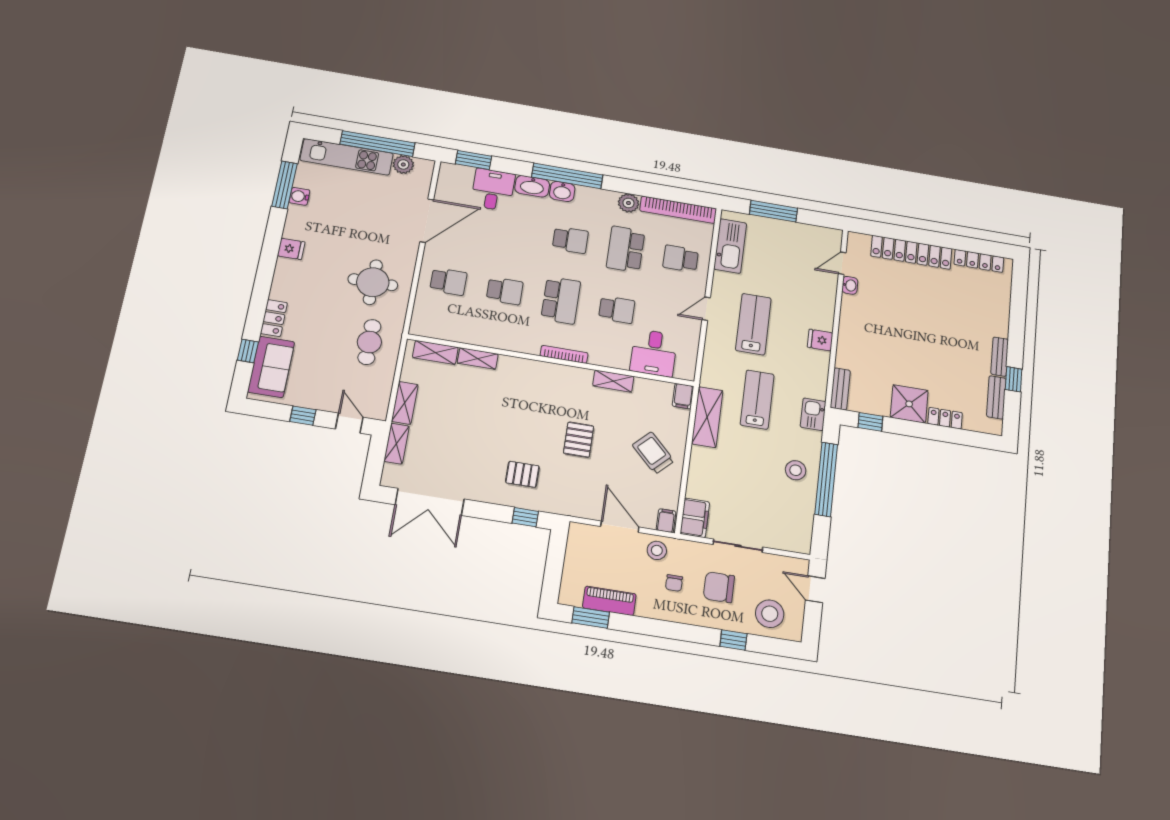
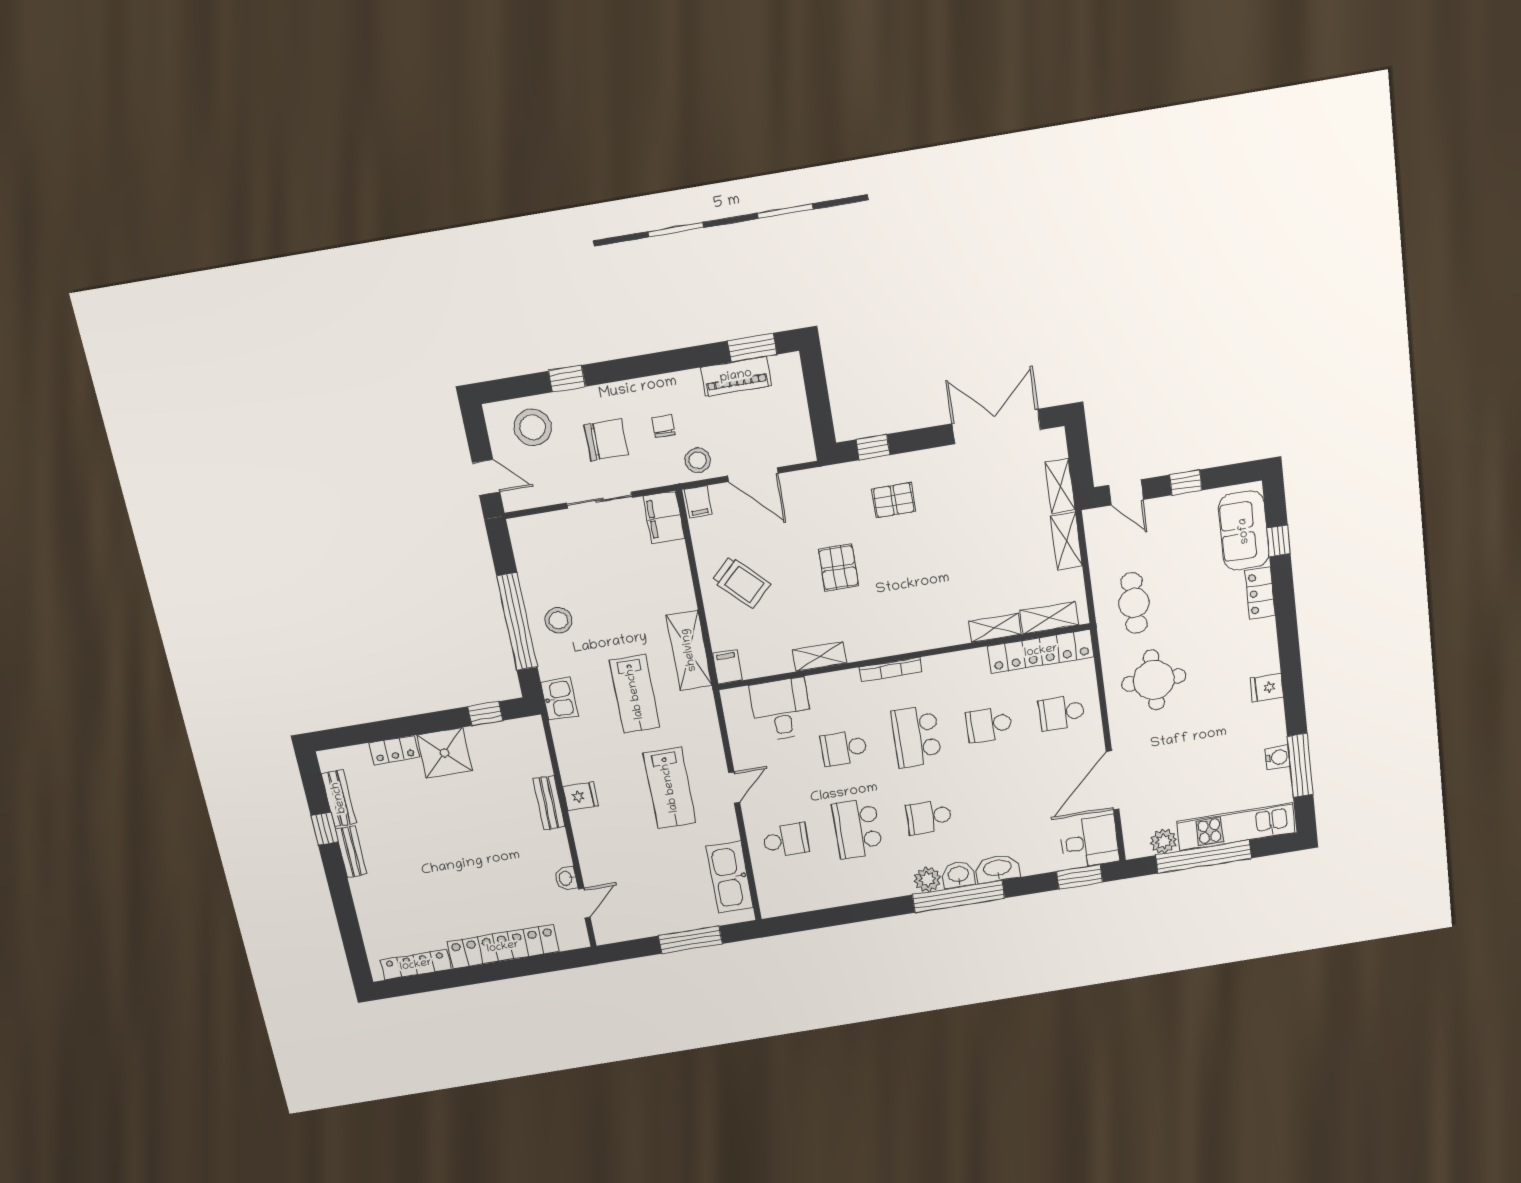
desk: (493, 190) -> (1089, 842), moved, turned -90
plant: (628, 203) -> (927, 879), moved
bookcase: (678, 210) -> (808, 901), removed
school desk: (626, 249) -> (857, 828), turned 180
locker: (450, 330) -> (1041, 651), added
bench: (840, 389) -> (549, 803), moved

